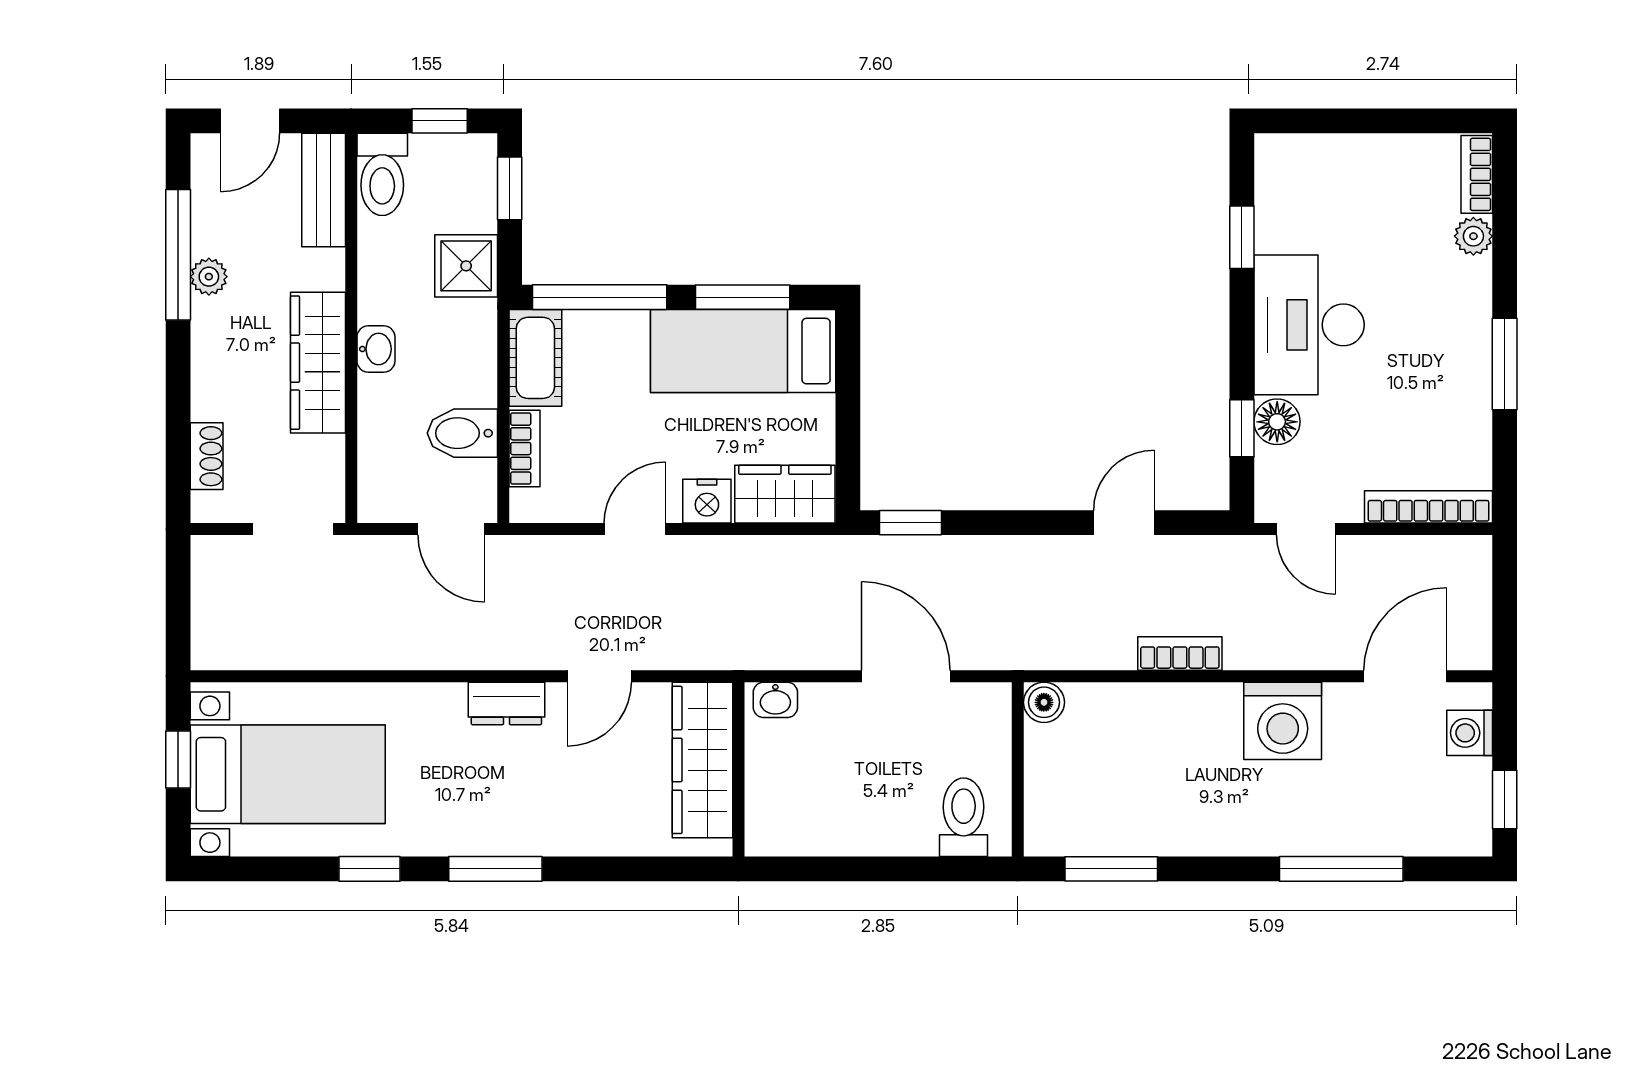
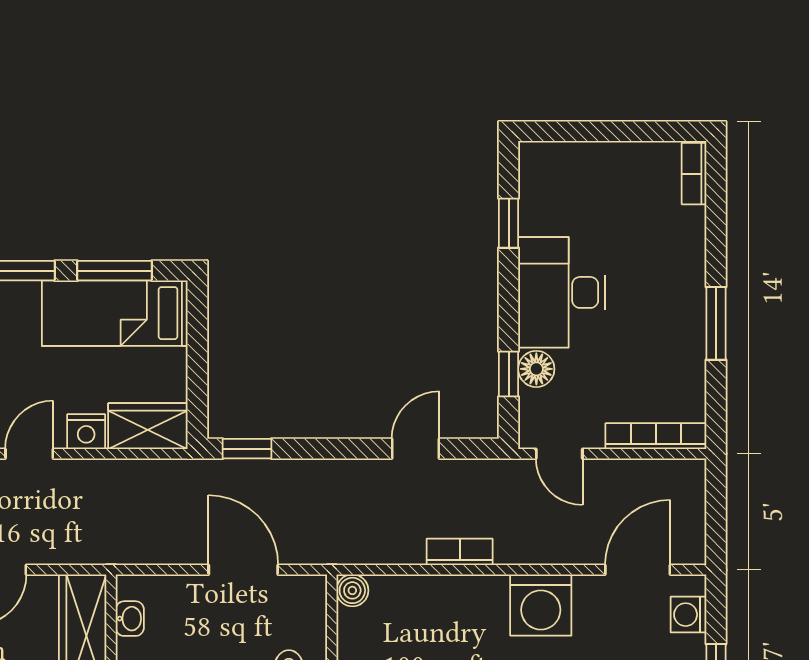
plant: (1473, 236) -> (691, 222), removed
washbasin: (775, 700) -> (130, 619), moved, turned -90

